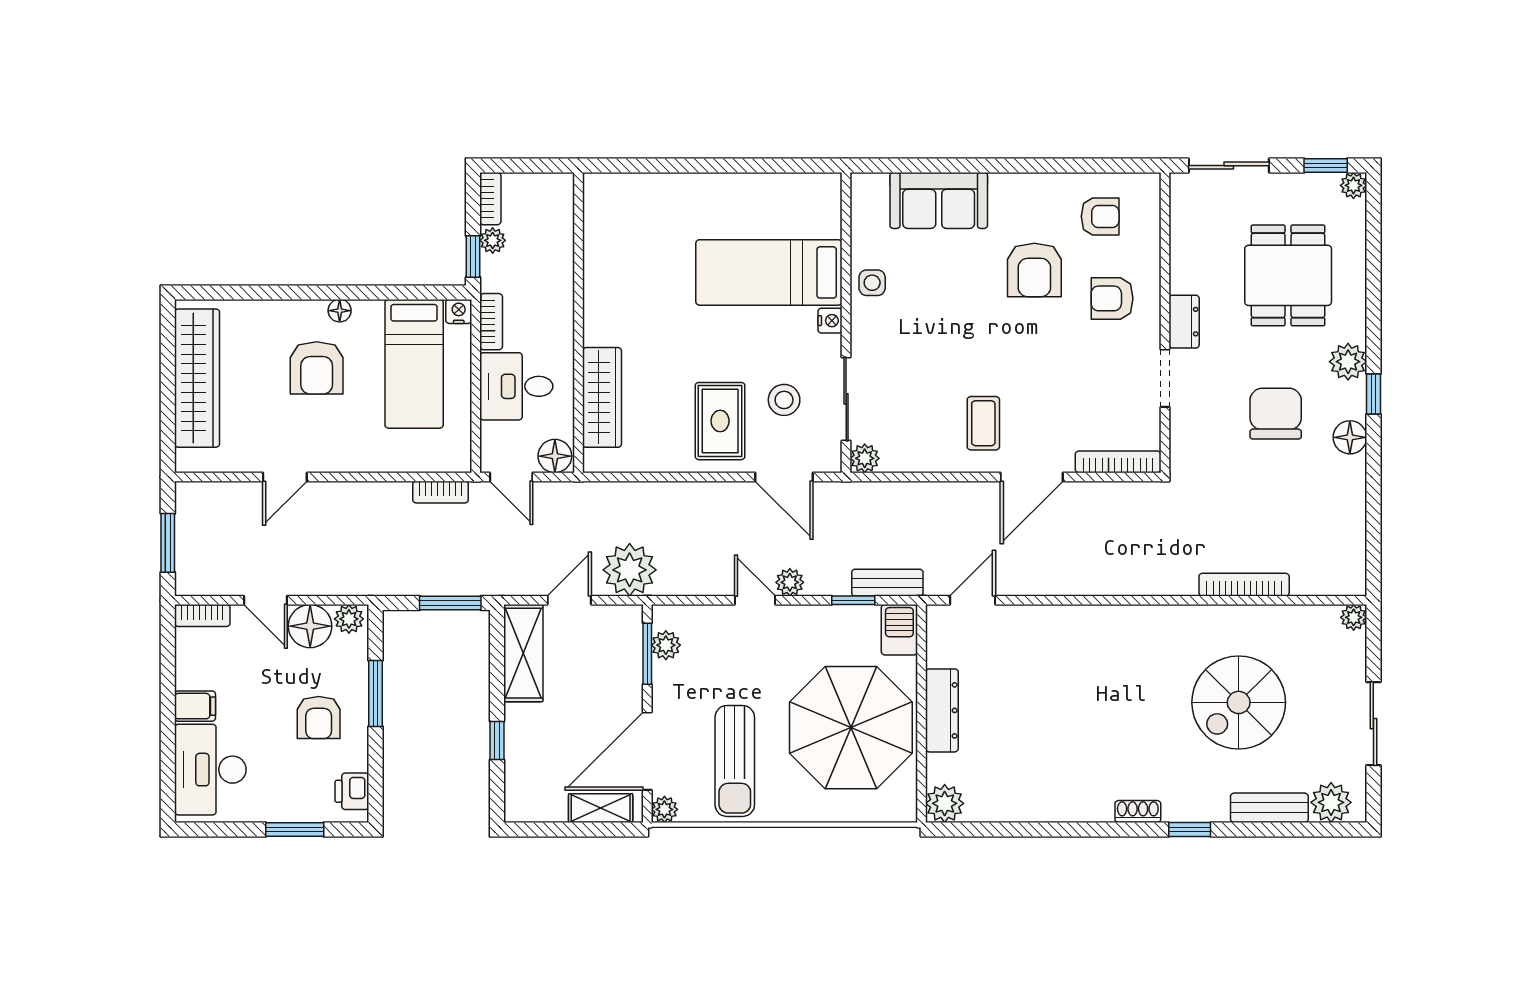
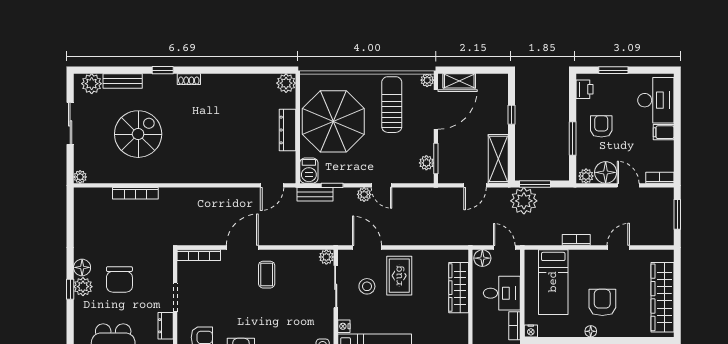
plant: (1348, 362) -> (83, 287), moved
bed: (414, 364) -> (553, 282), moved, turned 180
bookcase: (441, 492) -> (576, 240), moved
plant: (630, 570) -> (524, 201), moved

